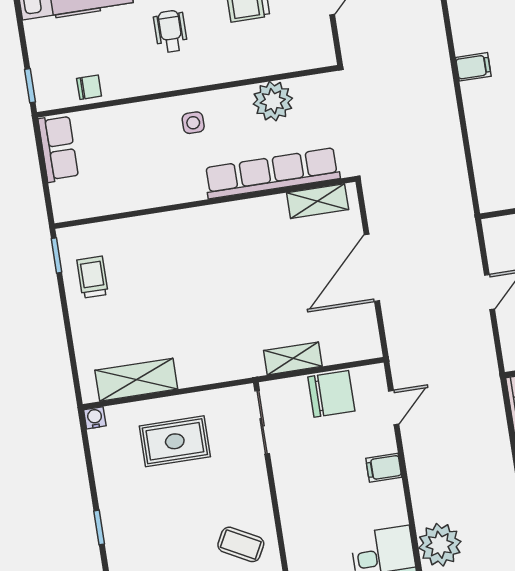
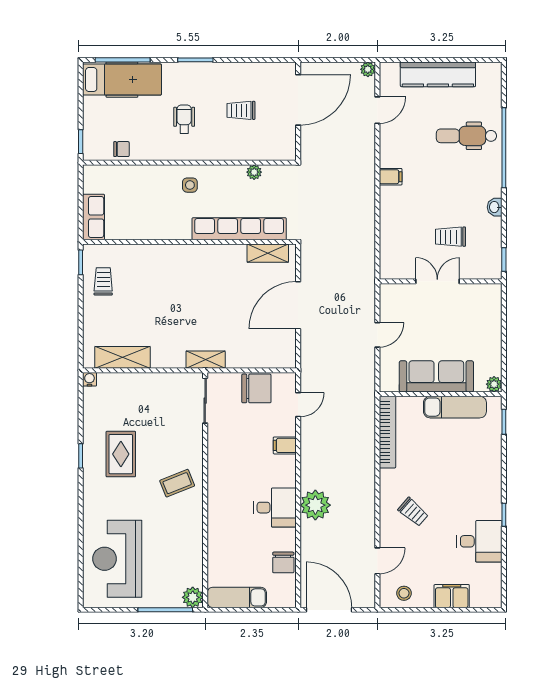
plant: (273, 101) -> (254, 172), width x0.53, depth x0.53
row of seats: (58, 148) -> (93, 217), moved
shelving: (293, 358) -> (206, 360), moved
rug: (175, 441) -> (121, 454), moved, turned 90
coffee table: (241, 544) -> (177, 483), turned -50

